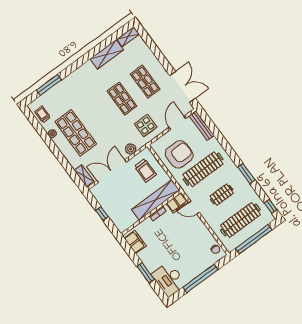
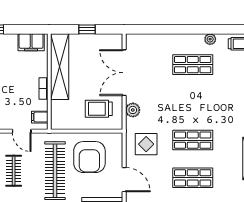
shop shelf: (76, 133) -> (193, 65), width x0.70, depth x0.74
double door: (112, 171) -> (124, 73), swing flipped
shelving: (84, 176) -> (141, 40), removed
shelving: (156, 200) -> (60, 67), moved
filing cabinet: (177, 203) -> (40, 117), width x0.50
door: (194, 208) -> (22, 131), swing flipped

